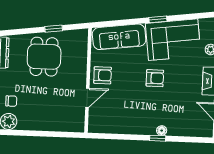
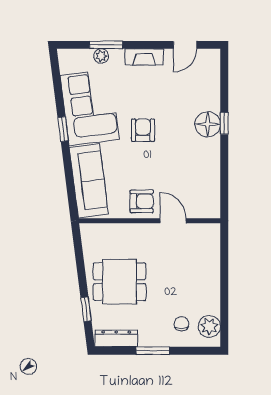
window: (54, 29) -> (86, 309), moved
armchair: (103, 75) -> (142, 201), turned 90
floor lamp: (162, 131) -> (208, 124), width x1.89, depth x1.89

